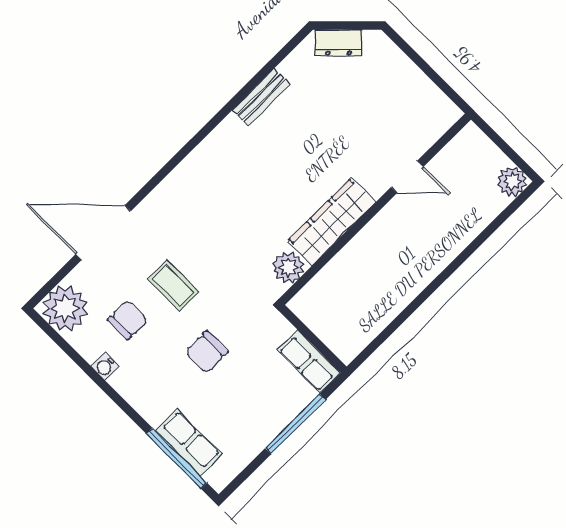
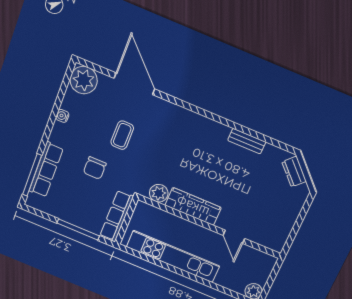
kitchen unit: (402, 288) -> (173, 256), added
chair: (127, 320) -> (93, 118), removed
chair: (207, 352) -> (95, 168), turned -90
row of seats: (309, 361) -> (117, 216), width x1.48
row of seats: (188, 442) -> (46, 170), width x1.48

